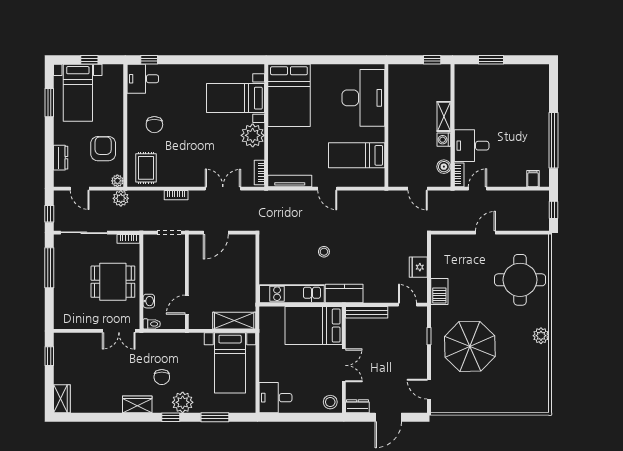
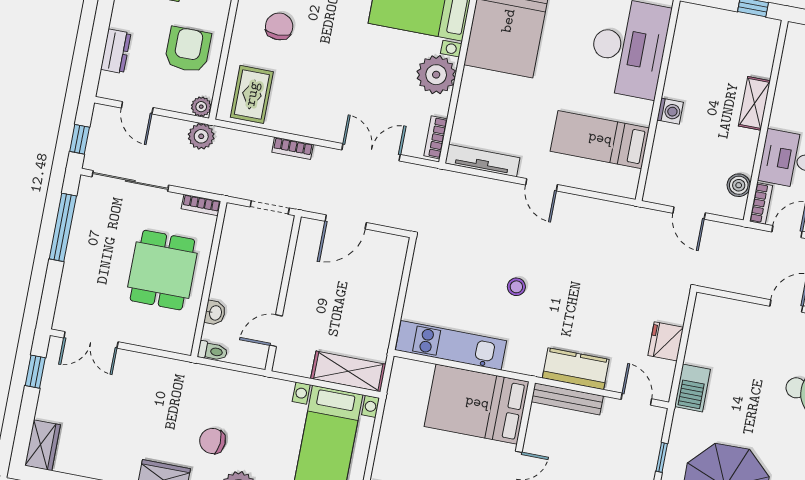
chair: (154, 125) -> (279, 26), turned 180
washing machine: (444, 140) -> (670, 111), moved, turned 180
dining table: (113, 282) -> (162, 270), turned 90
kitchen counter: (344, 293) -> (576, 369), moved
double door: (119, 331) -> (91, 340), moved
chair: (162, 377) -> (212, 441), turned 94

